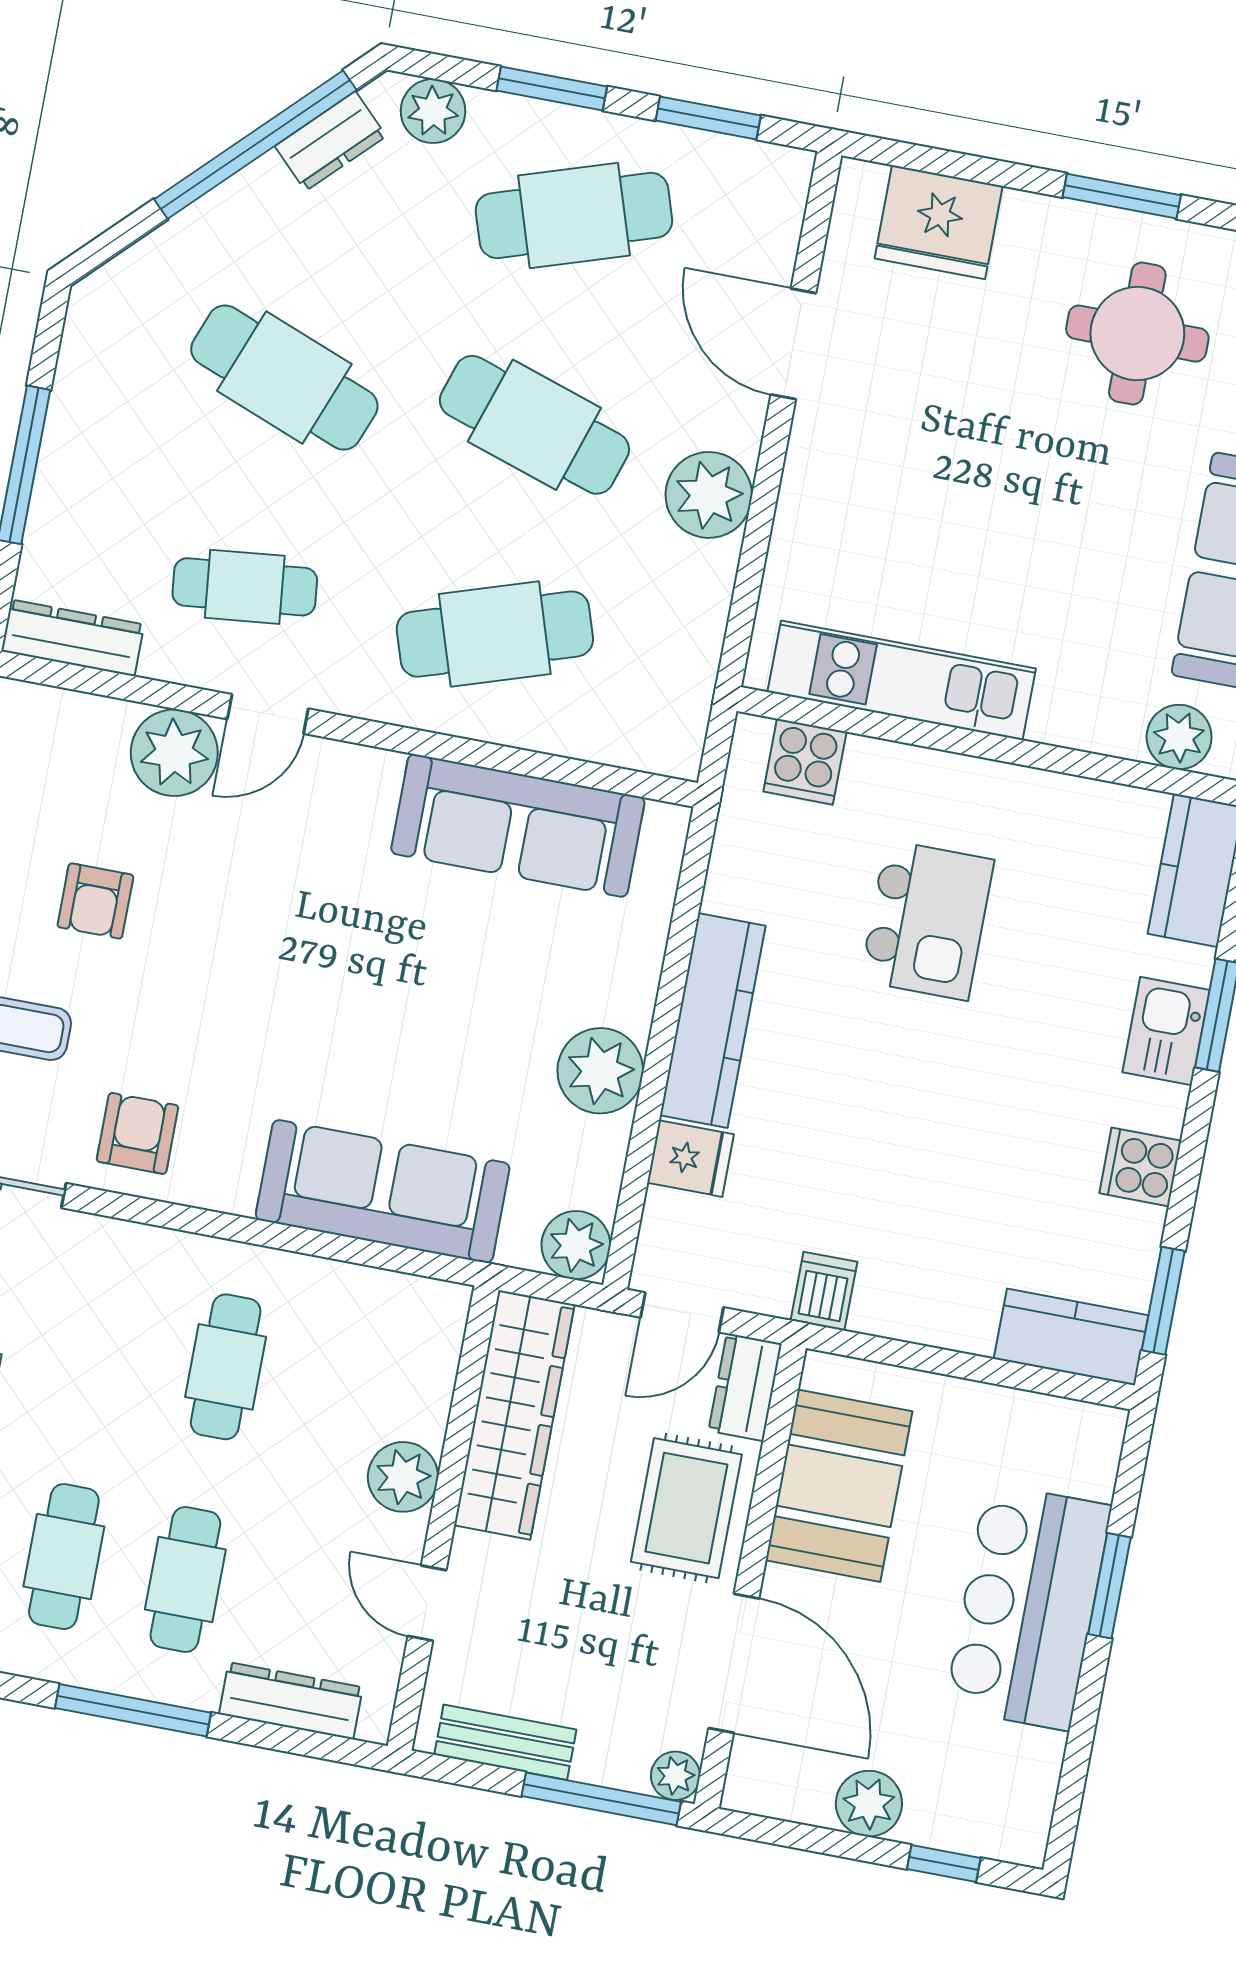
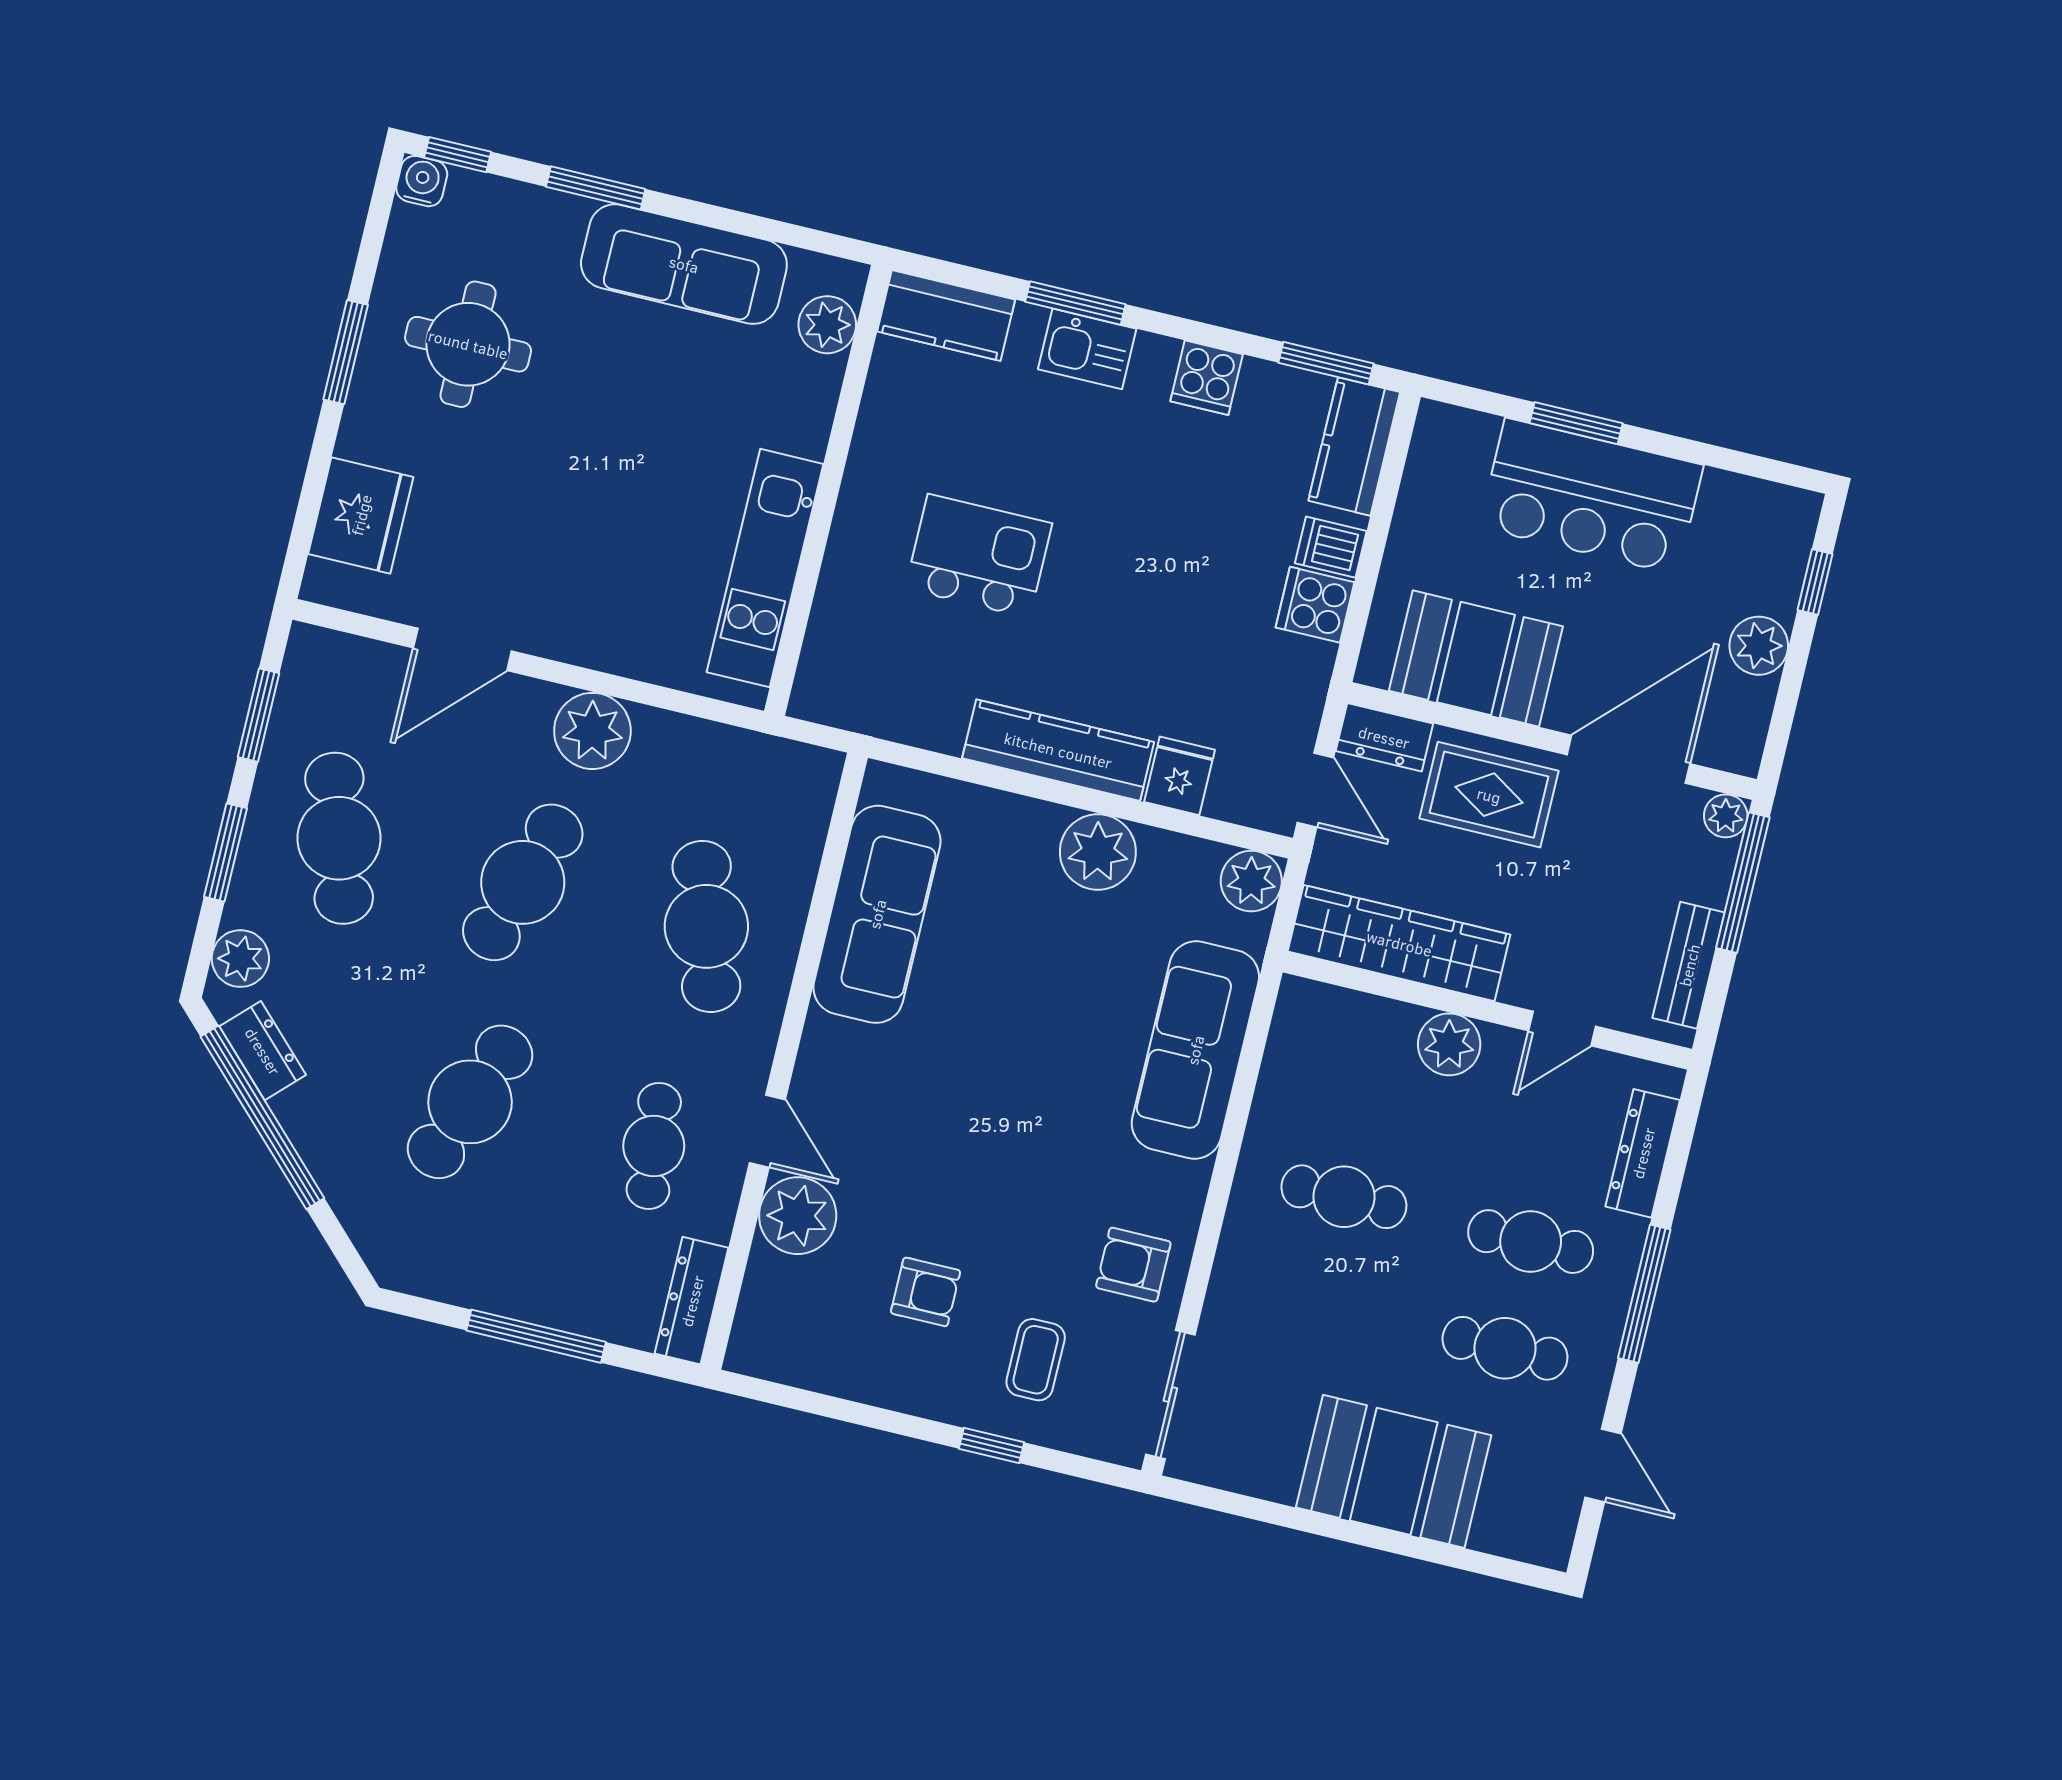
cooker: (805, 762) -> (1315, 605), moved, turned 180
dishwasher: (824, 1291) -> (1331, 547), moved

